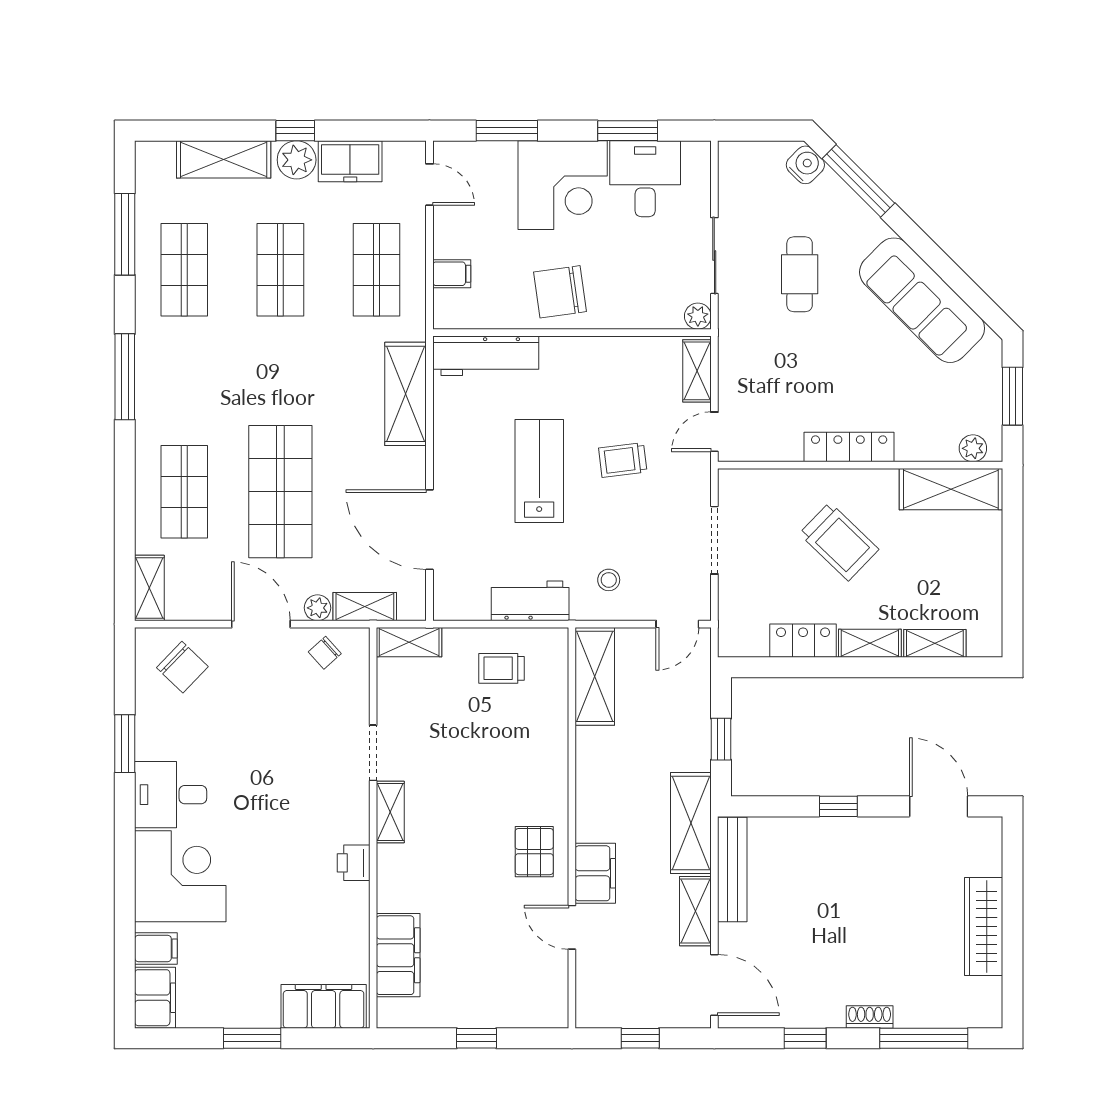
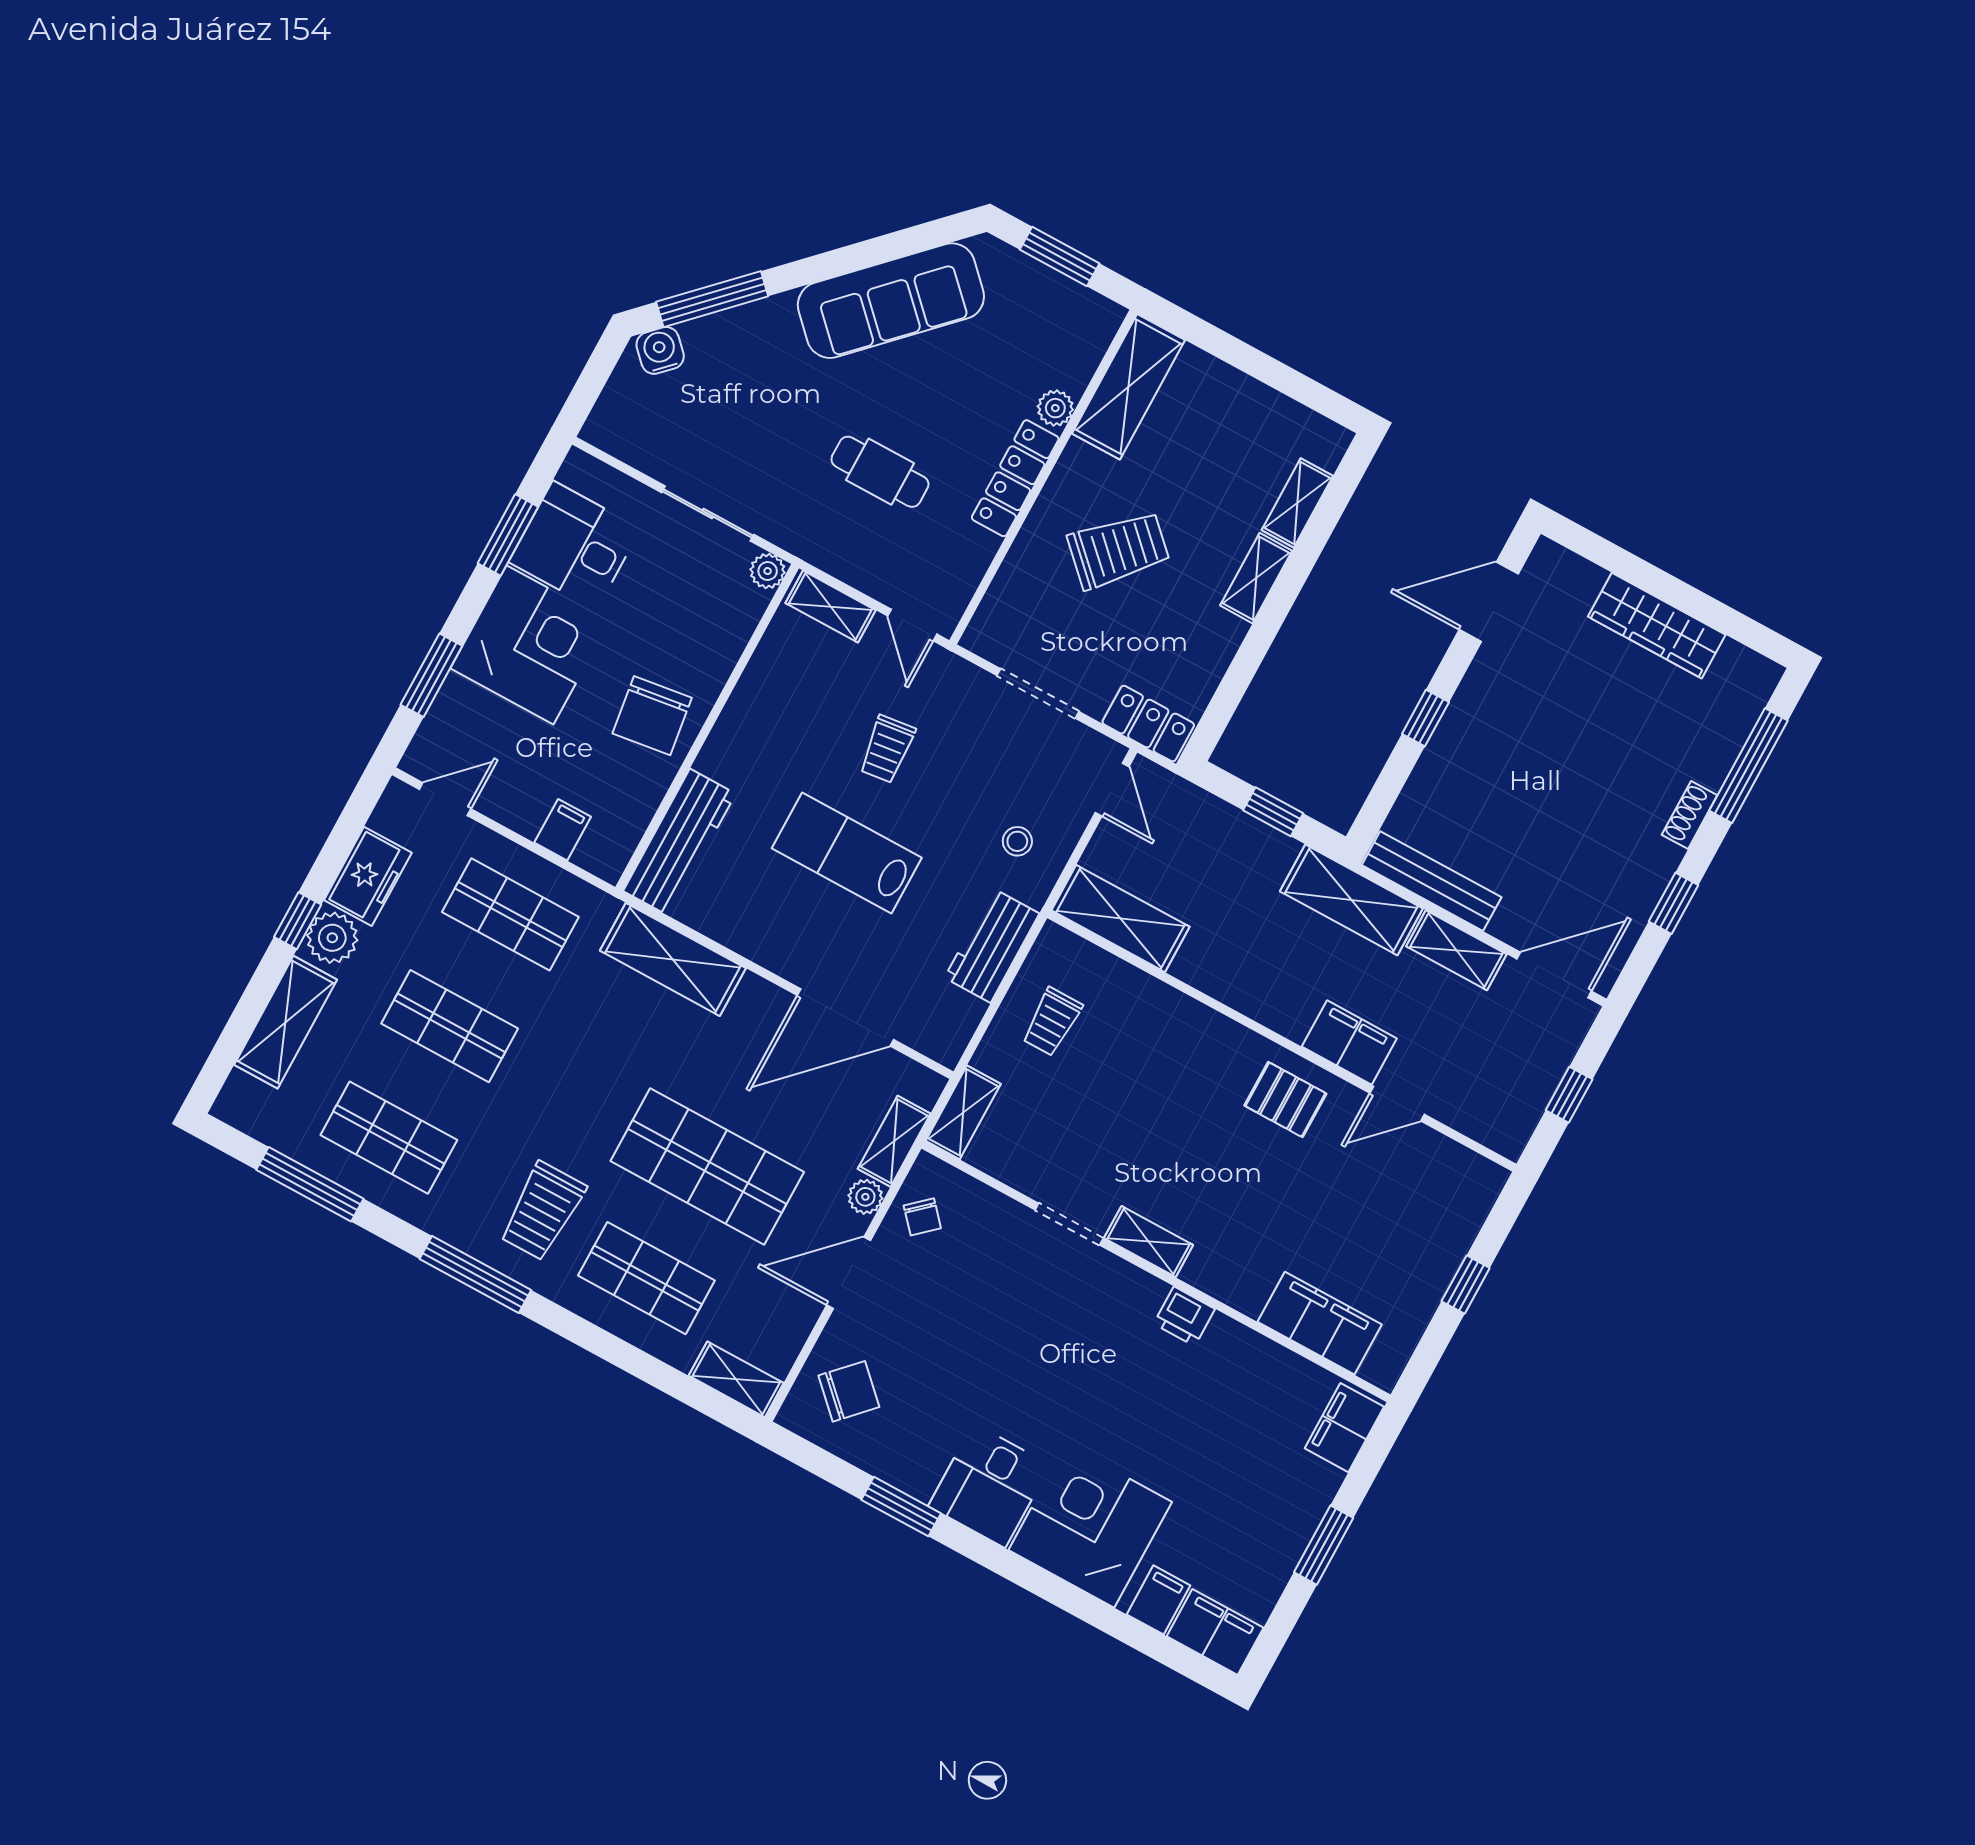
cafe table: (800, 274) -> (880, 472), moved
trolley: (191, 398) -> (543, 1211), added
plant: (973, 448) -> (1055, 408), moved
locker: (803, 641) -> (1148, 724), moved, turned 90
filing cabinet: (324, 1006) -> (1344, 1428), width x0.67, depth x0.86

